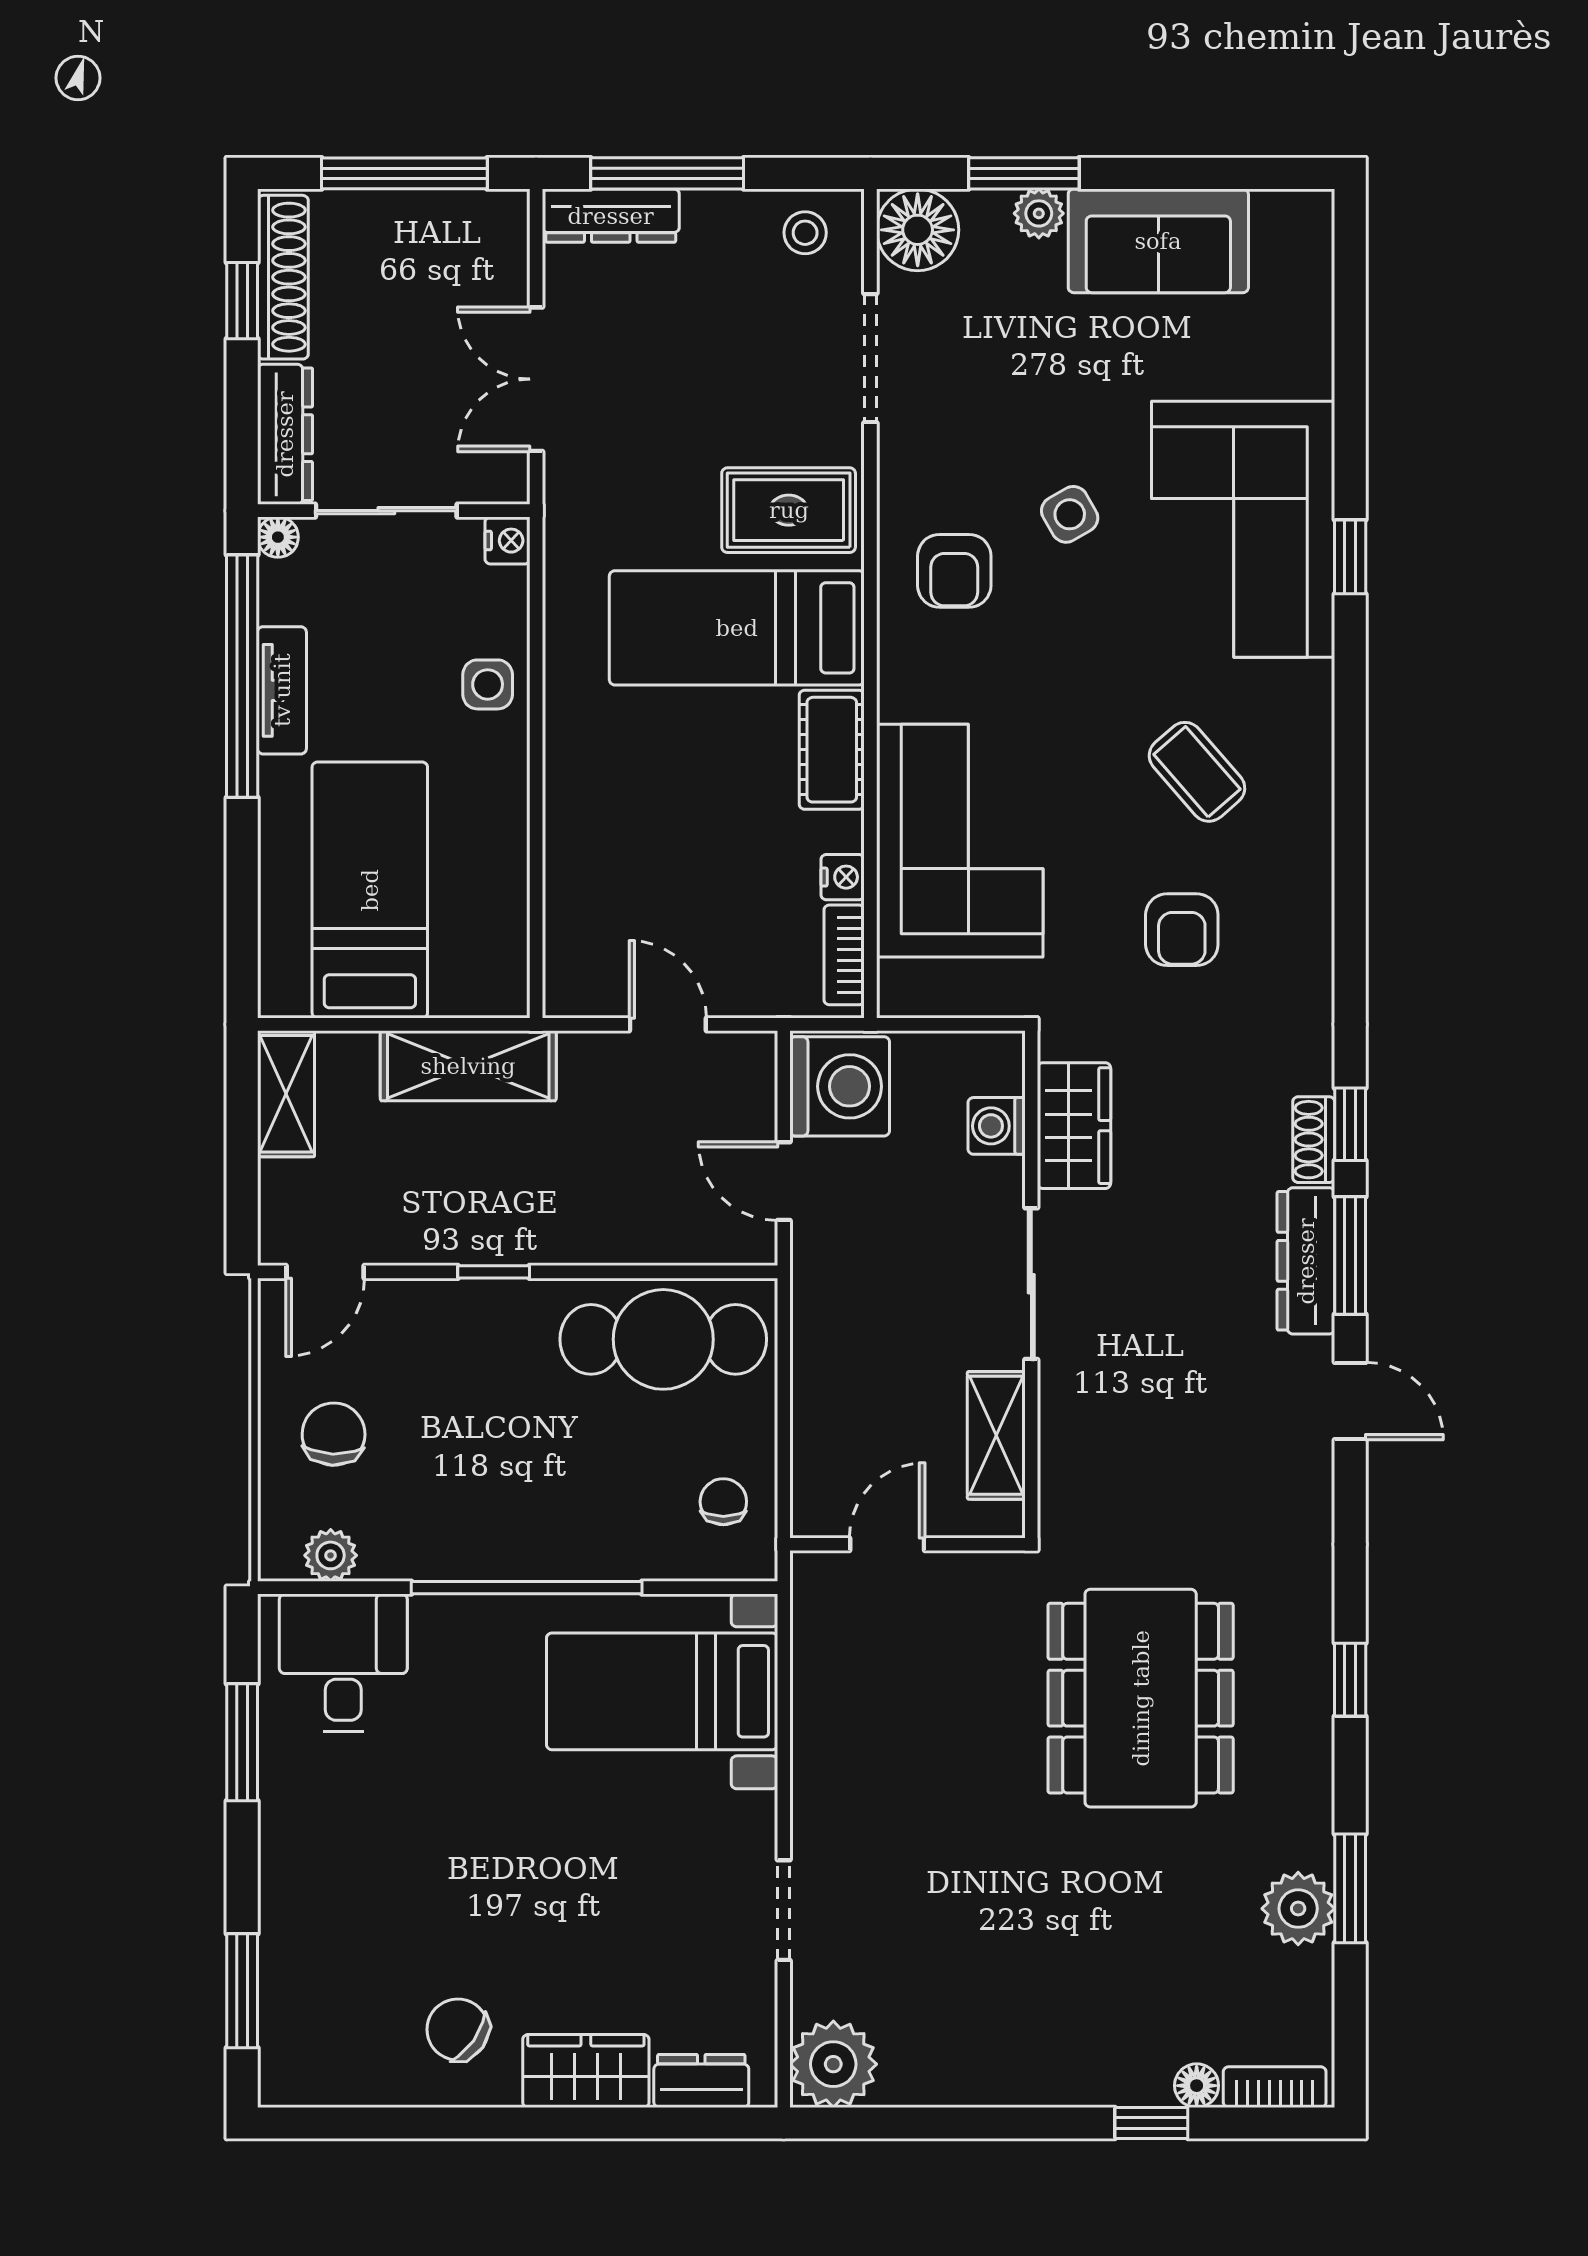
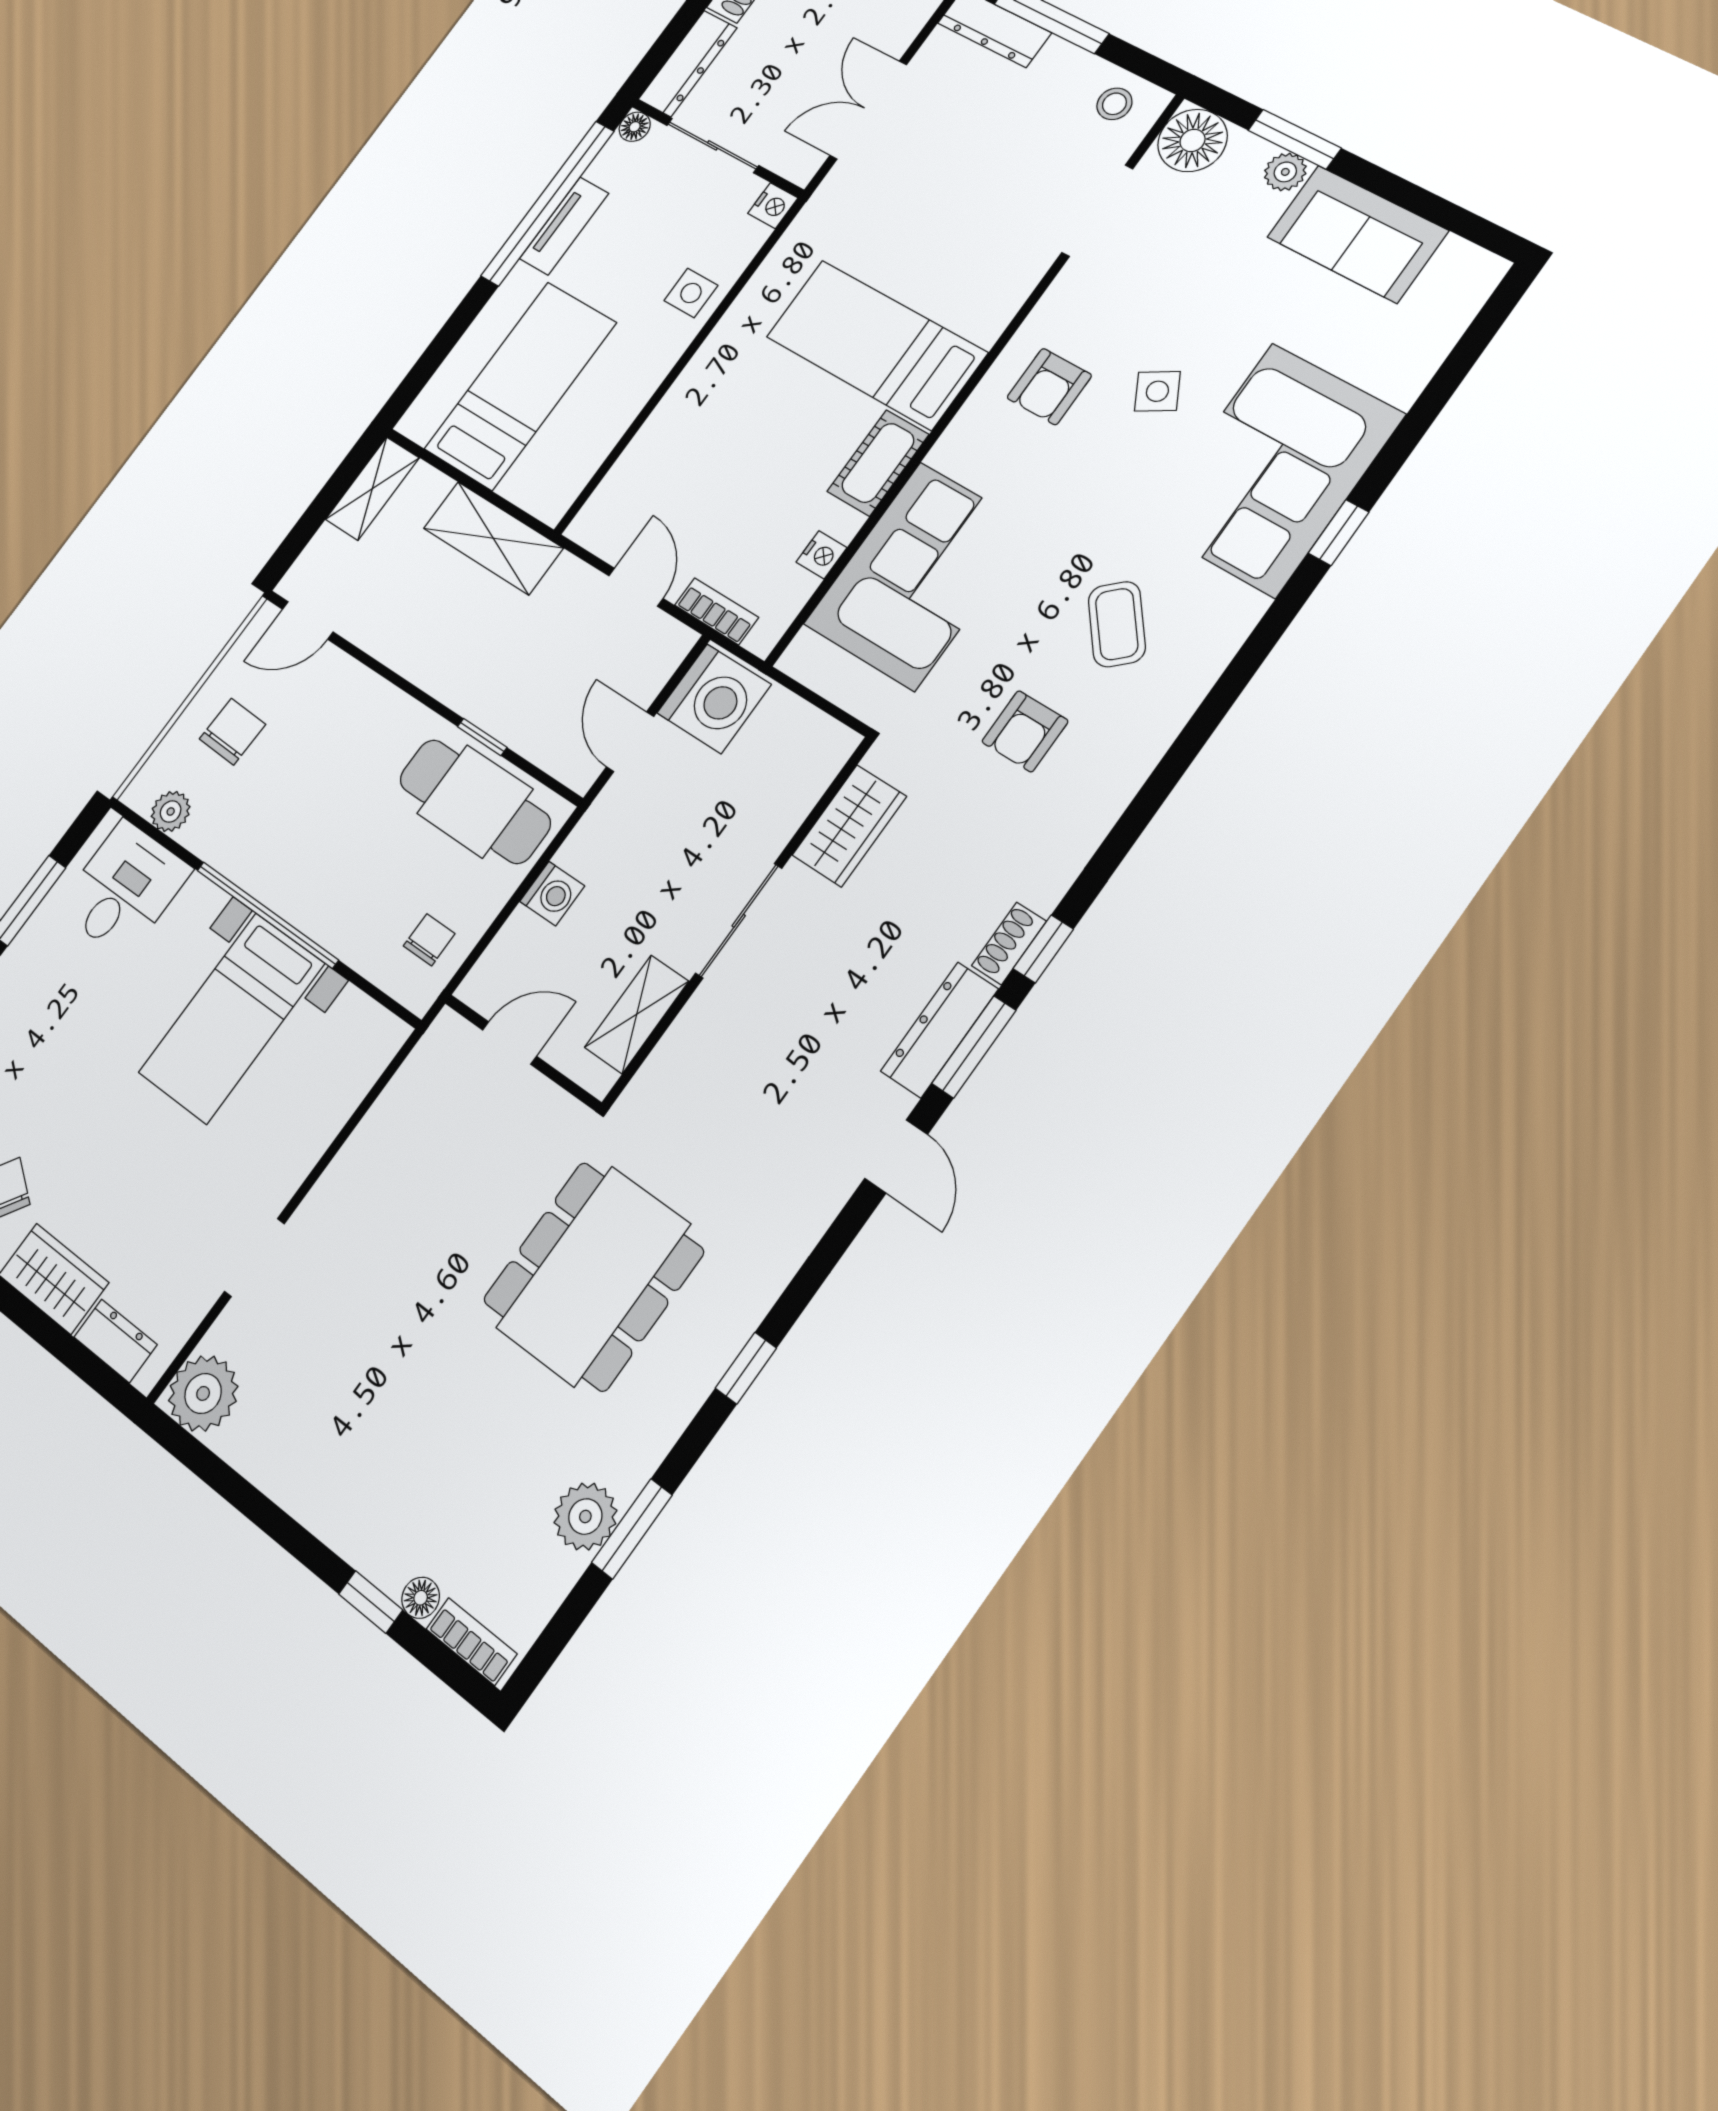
rug: (789, 510) -> (968, 284), removed
bookcase: (844, 955) -> (717, 611), moved, turned 90
washing machine: (997, 1126) -> (552, 894), moved, turned 180
window: (494, 1272) -> (482, 737), moved
bed with nightstands: (662, 1691) -> (231, 1018), moved, turned -90

